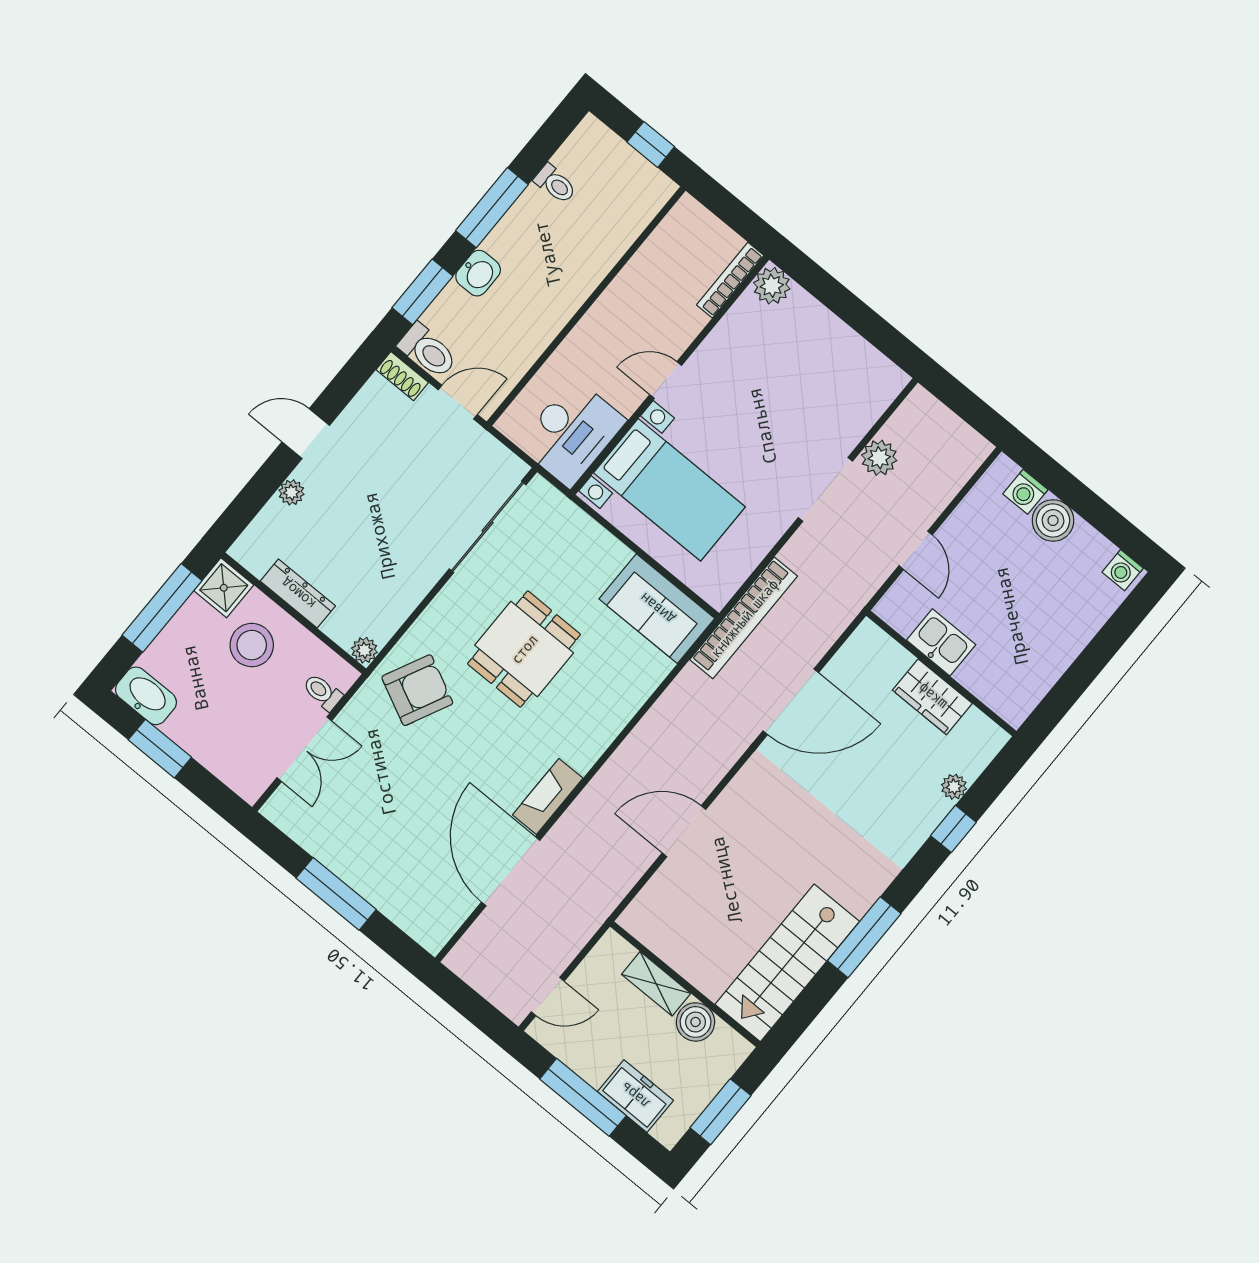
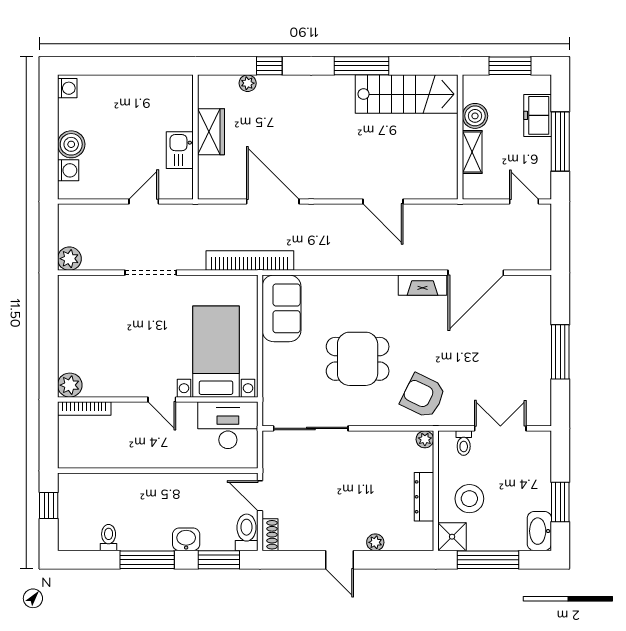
plant: (879, 458) -> (69, 259), moved

